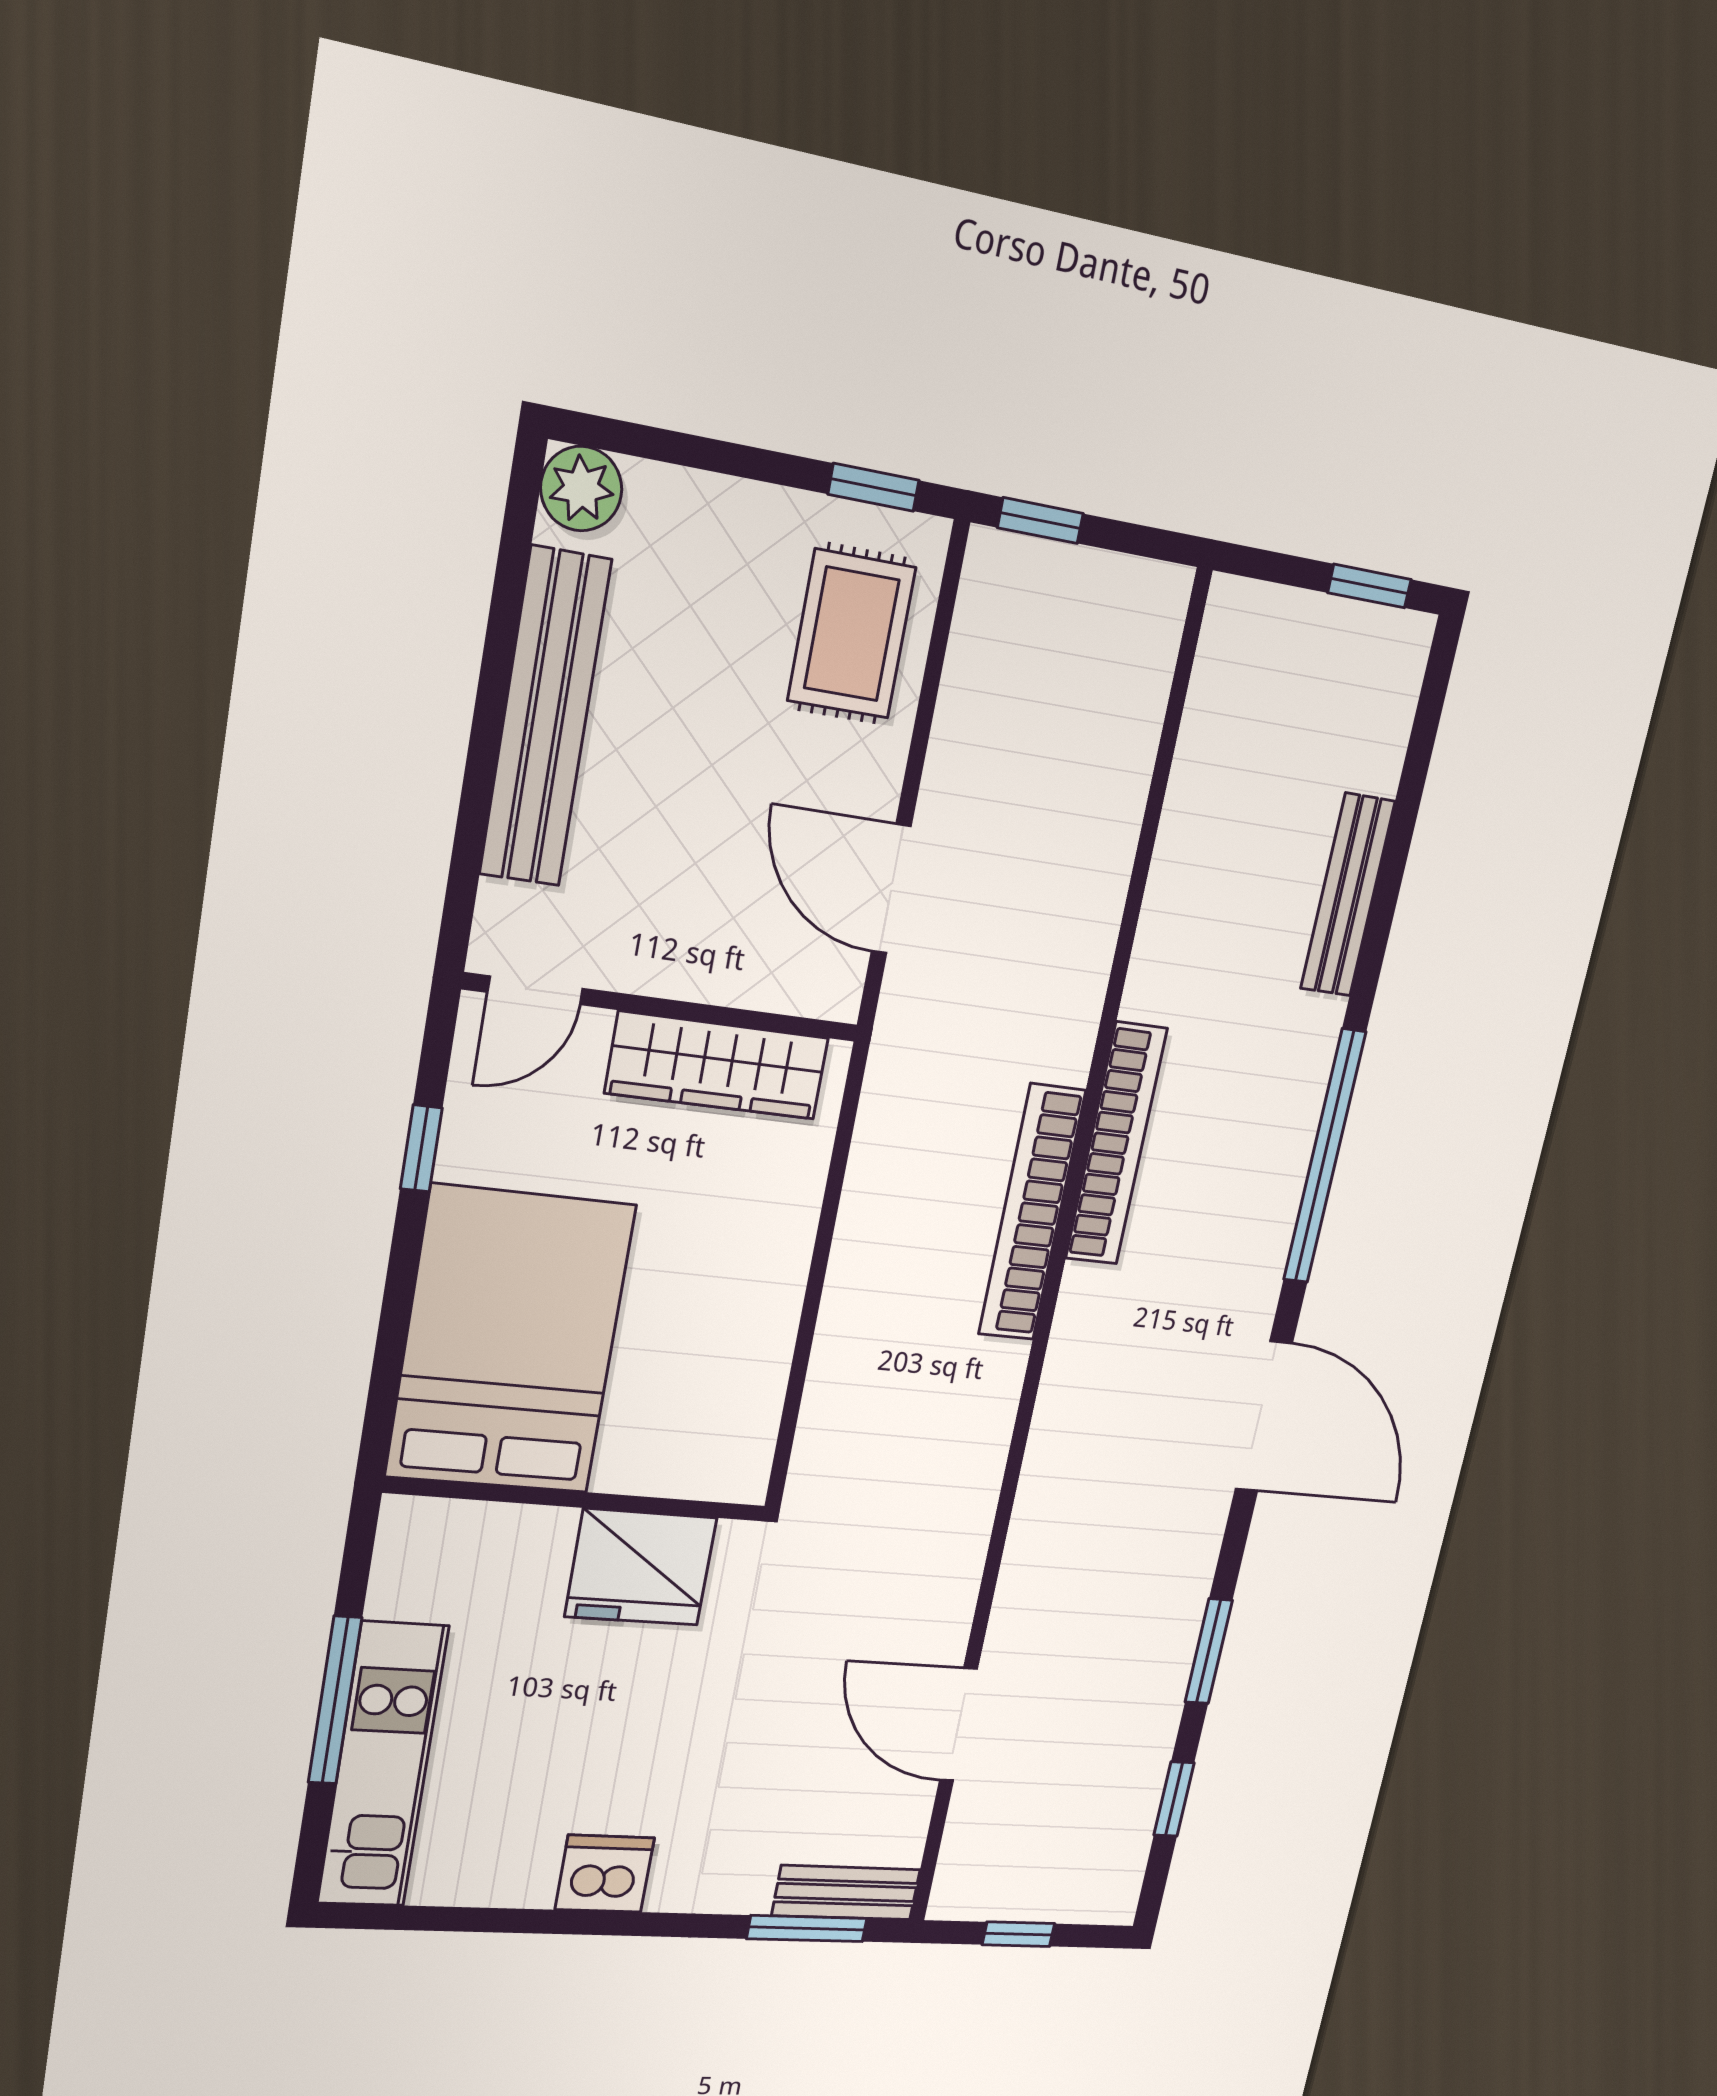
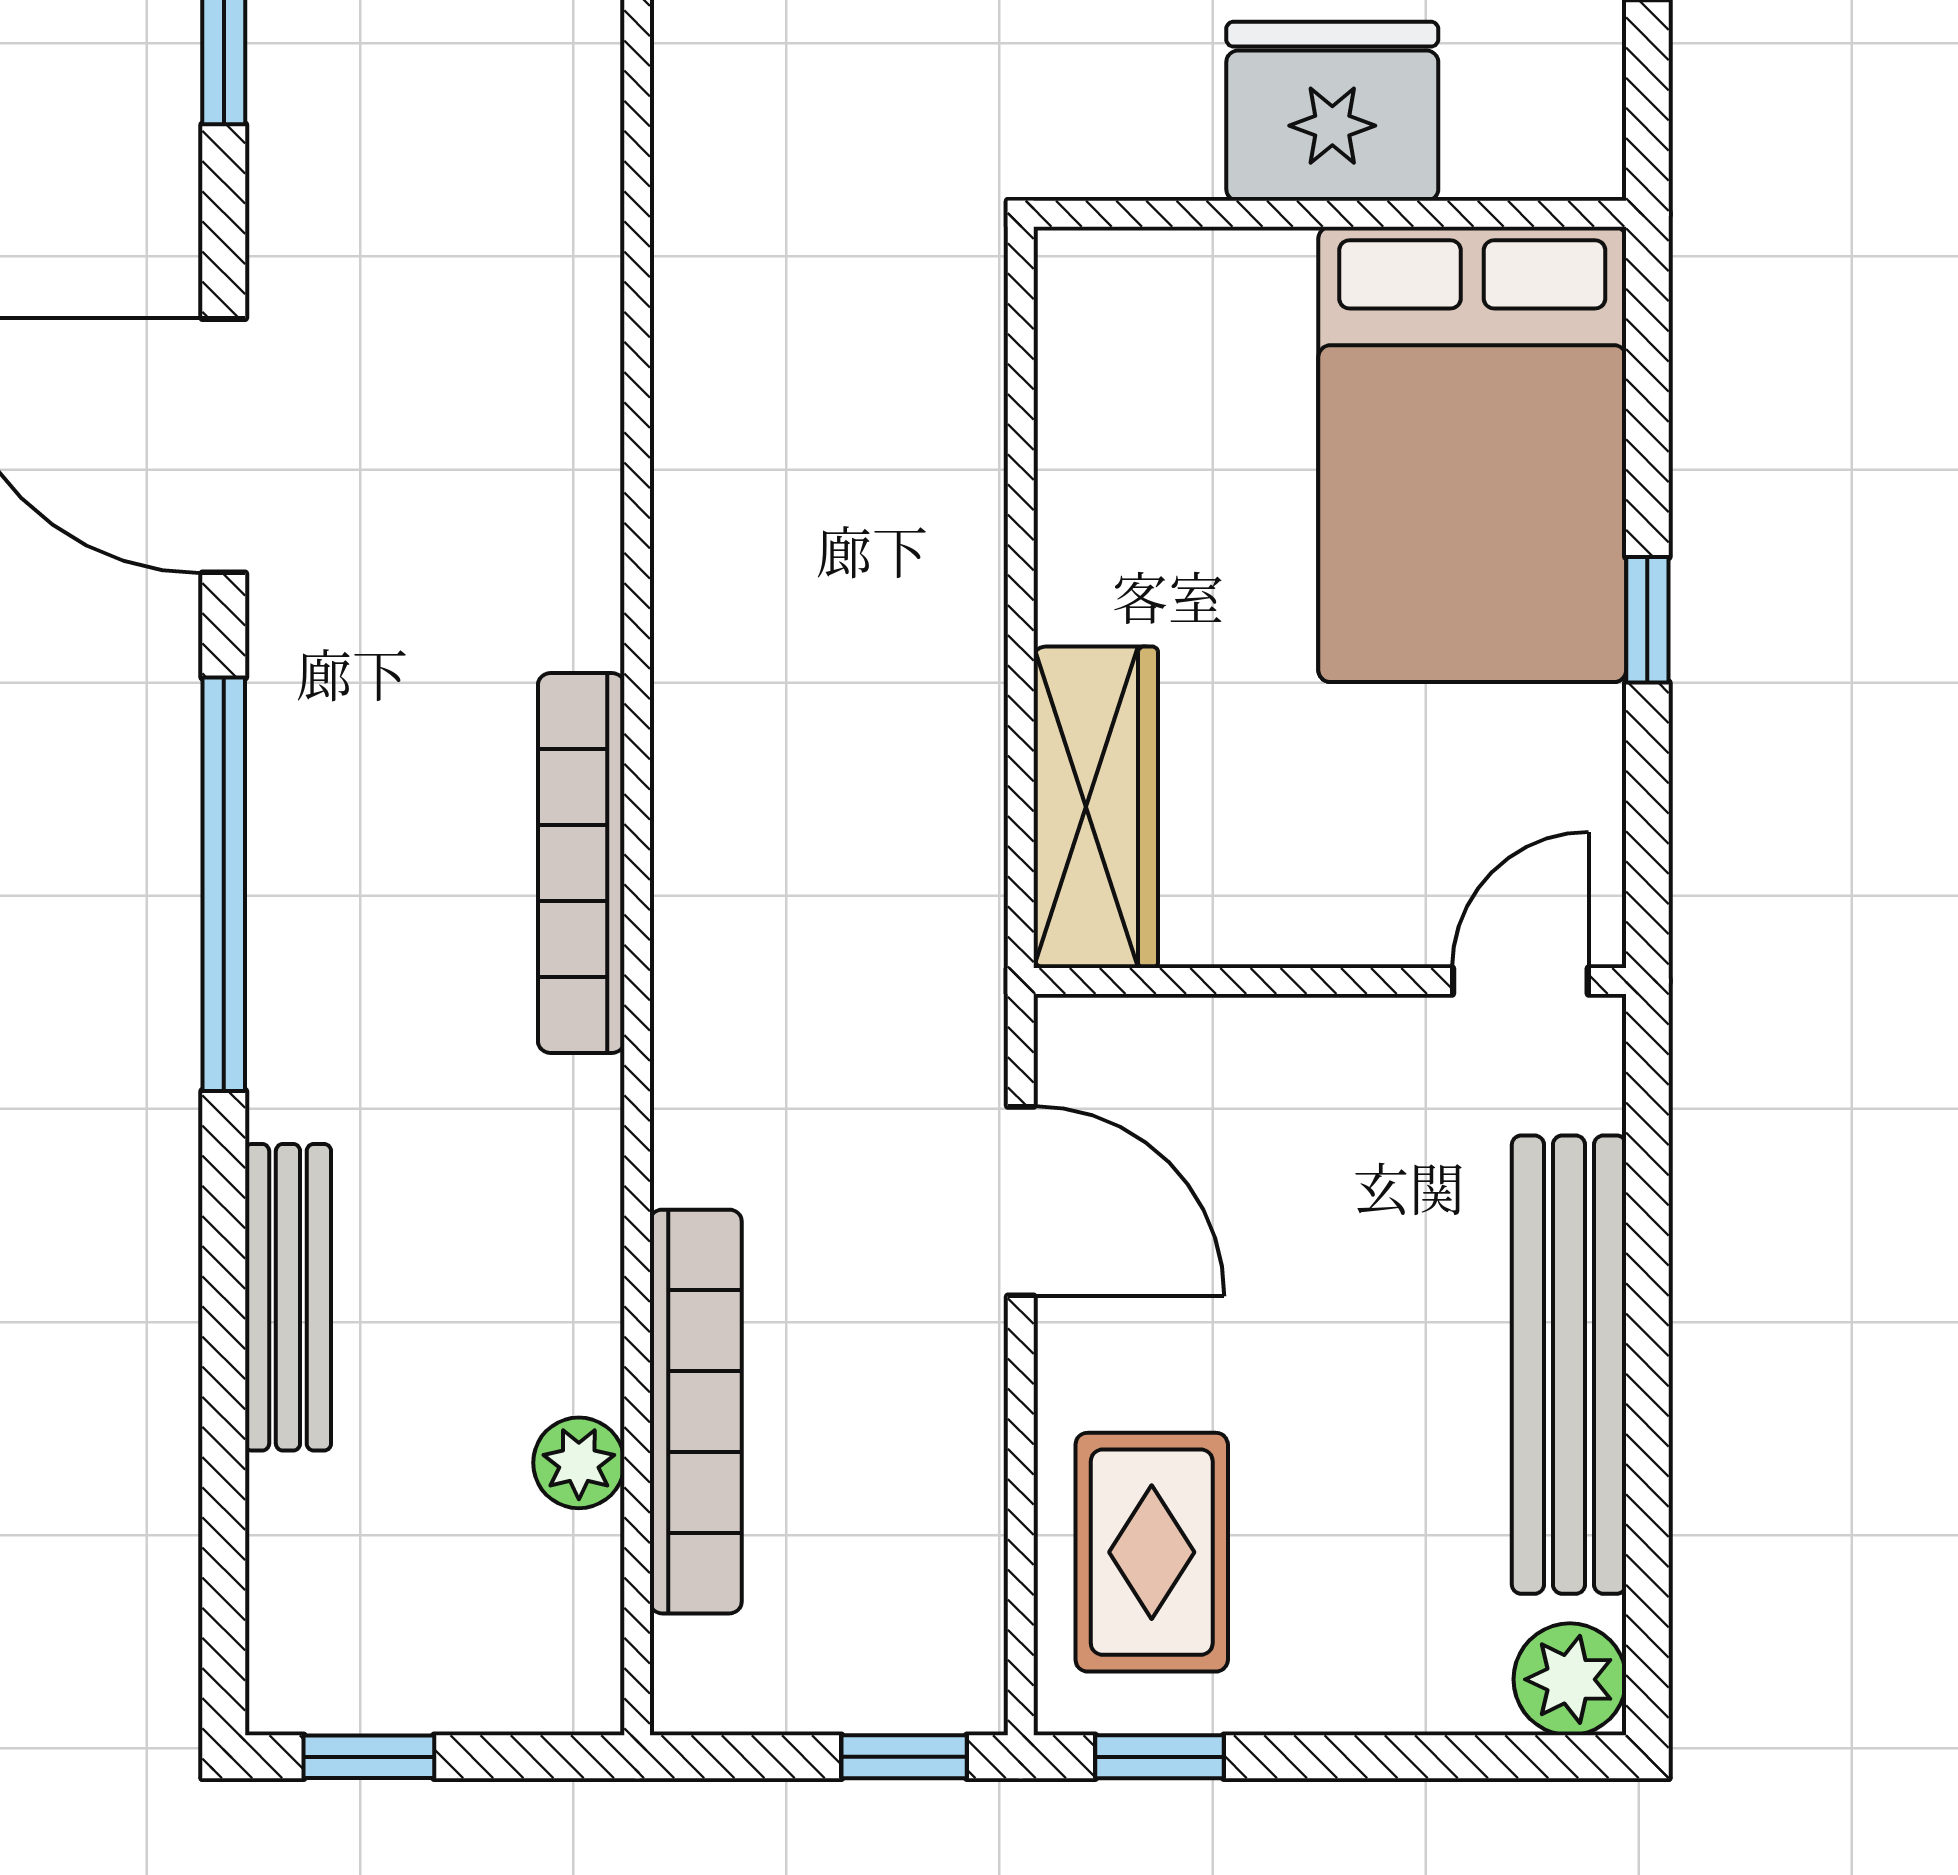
plant: (1201, 759) -> (579, 1463), added
wardrobe: (717, 1065) -> (1096, 807), moved, turned 90
window: (421, 1148) -> (1647, 620), moved
bookcase: (1032, 1213) -> (696, 1412), moved
fridge: (641, 1567) -> (1332, 111), moved

